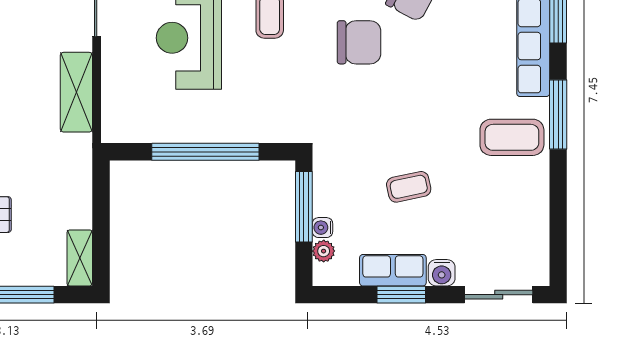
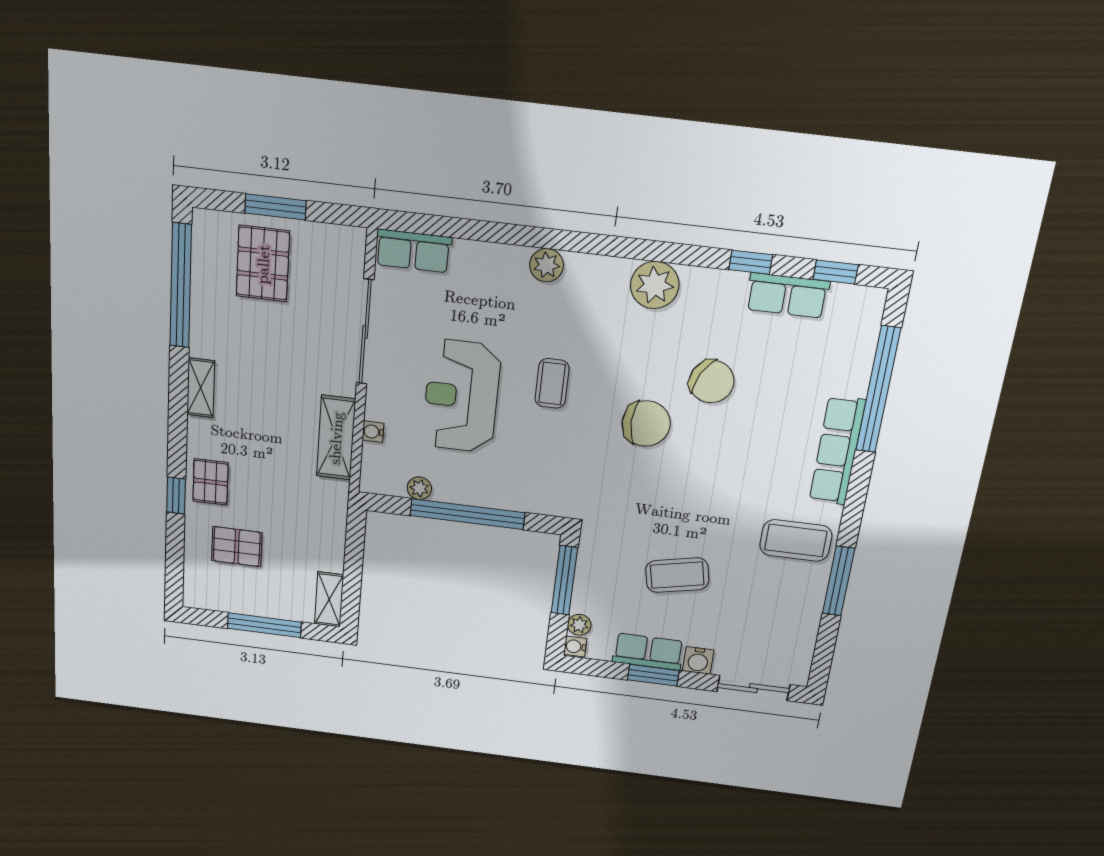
water cooler: (111, 82) -> (373, 432), added
window: (558, 114) -> (839, 581), moved
plant: (158, 132) -> (419, 488), added
coffee table: (409, 187) -> (677, 575), width x1.36, depth x1.30
water cooler: (322, 228) -> (575, 646), moved

